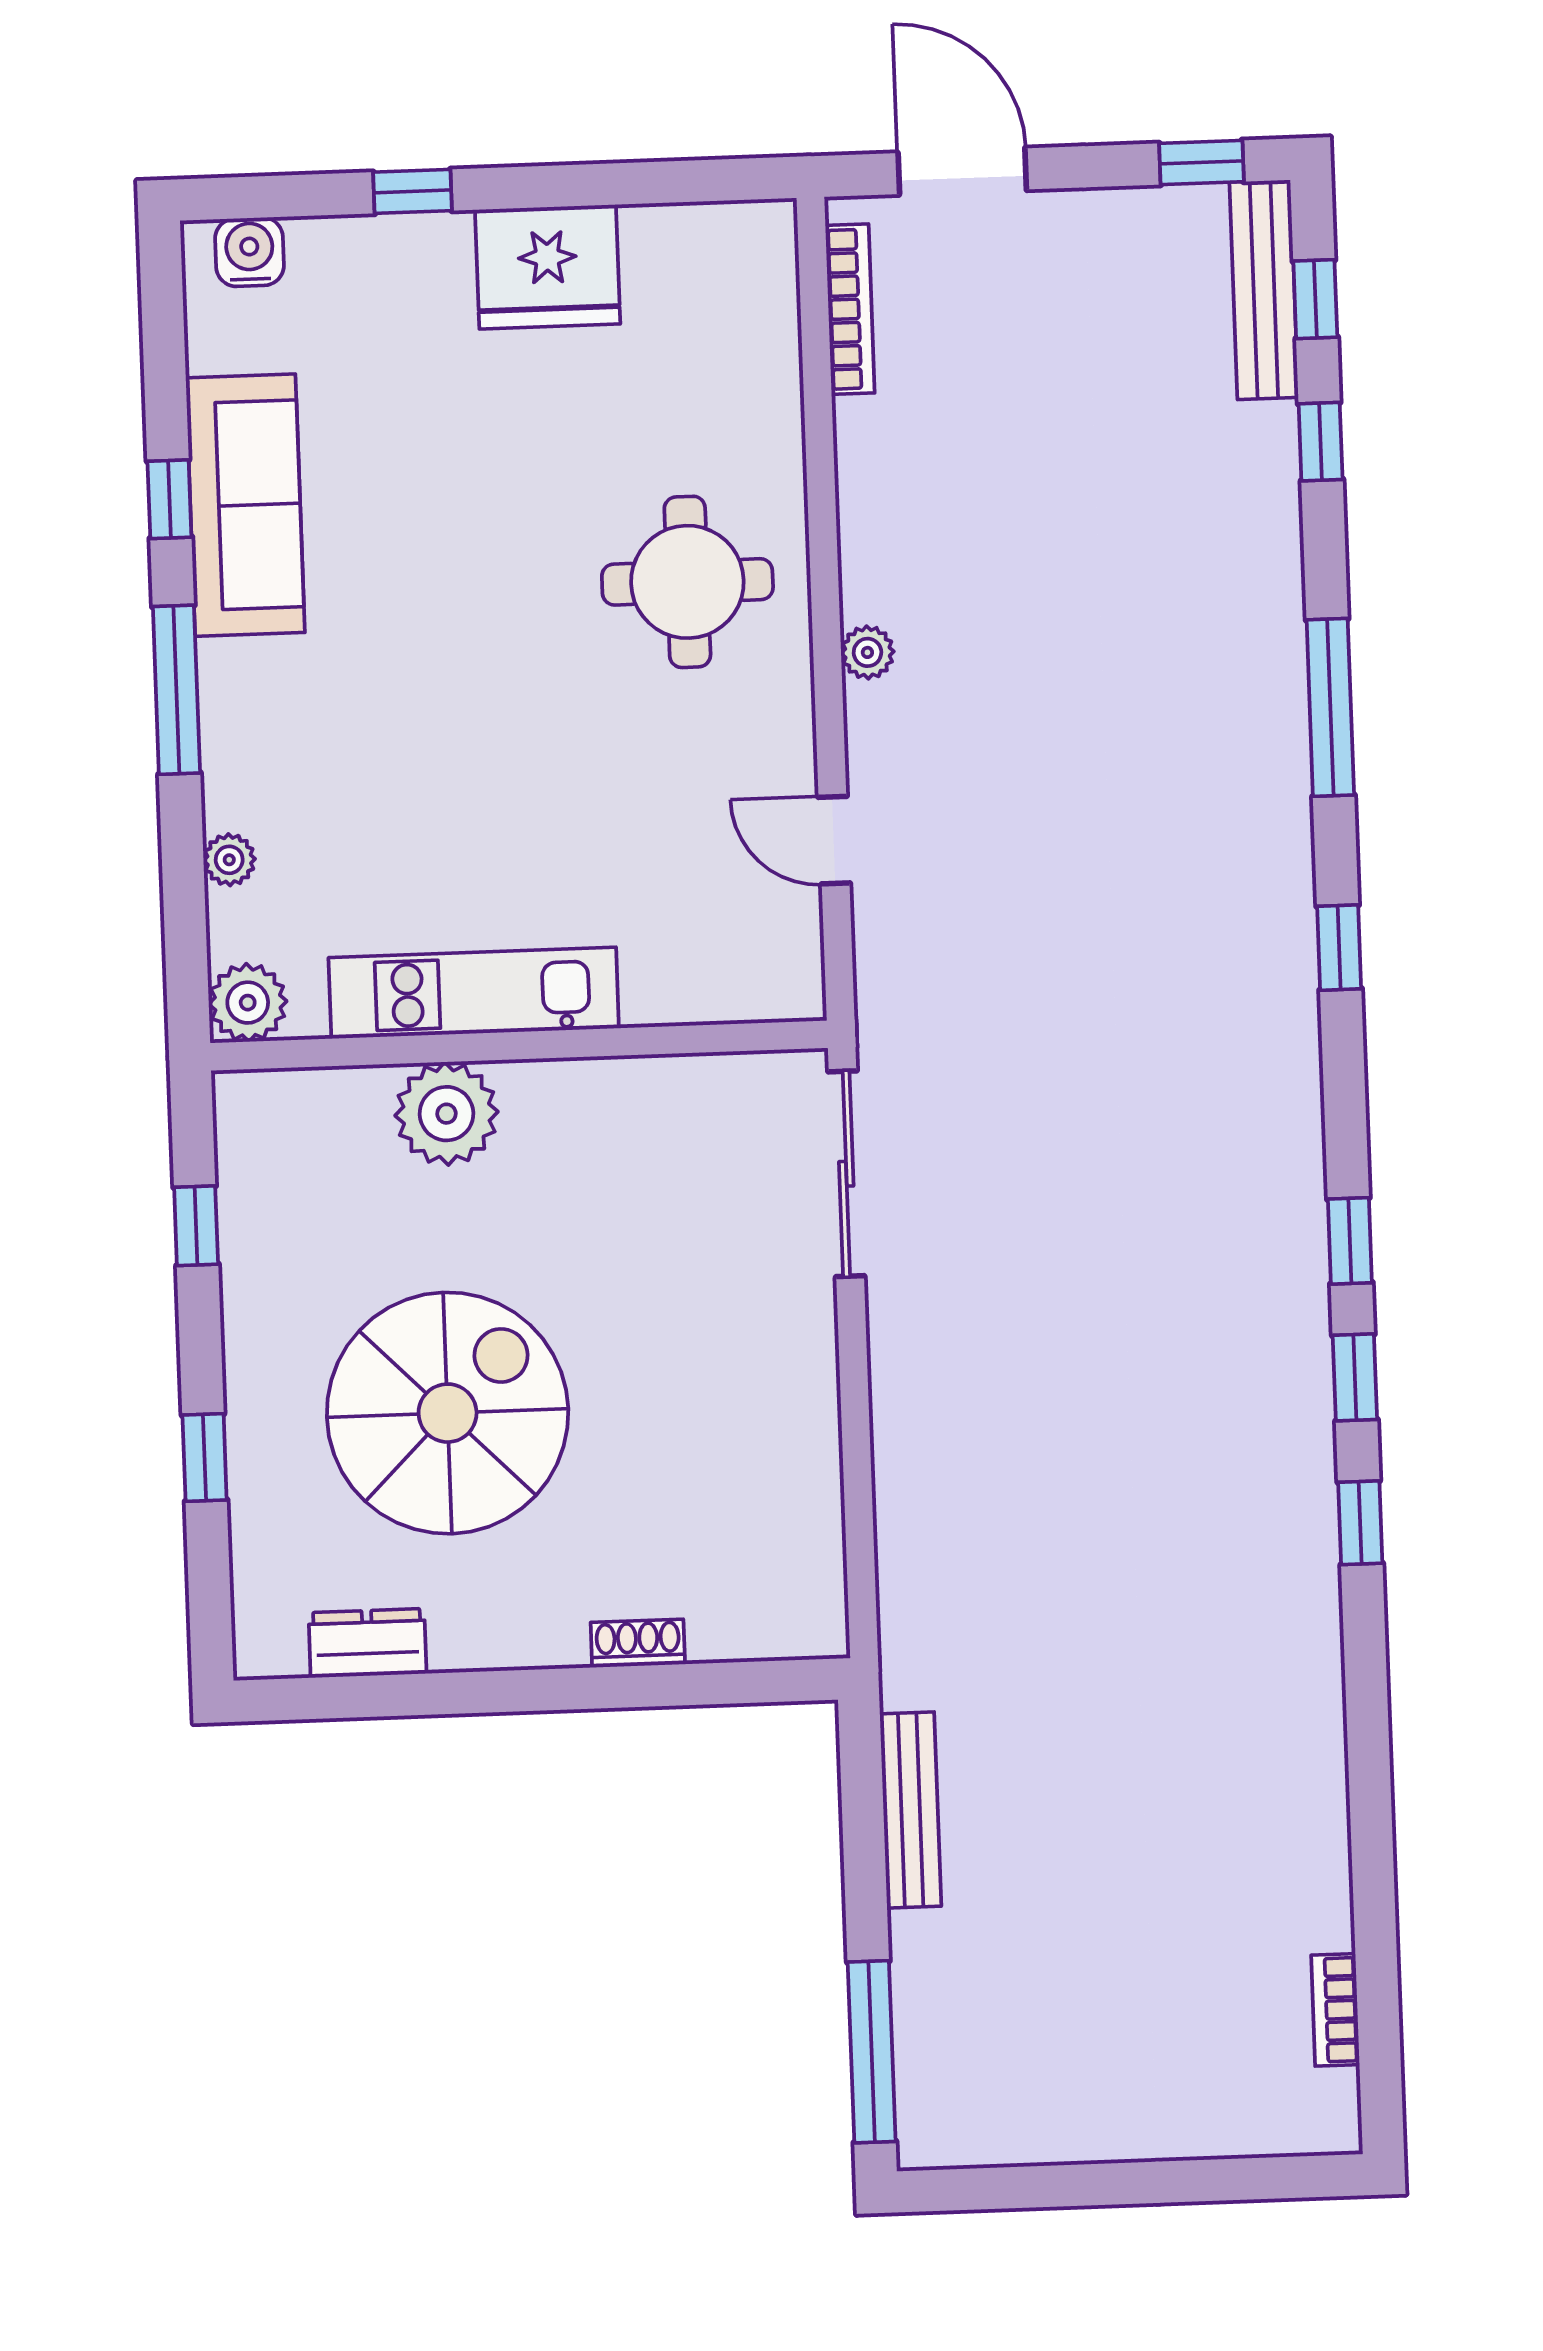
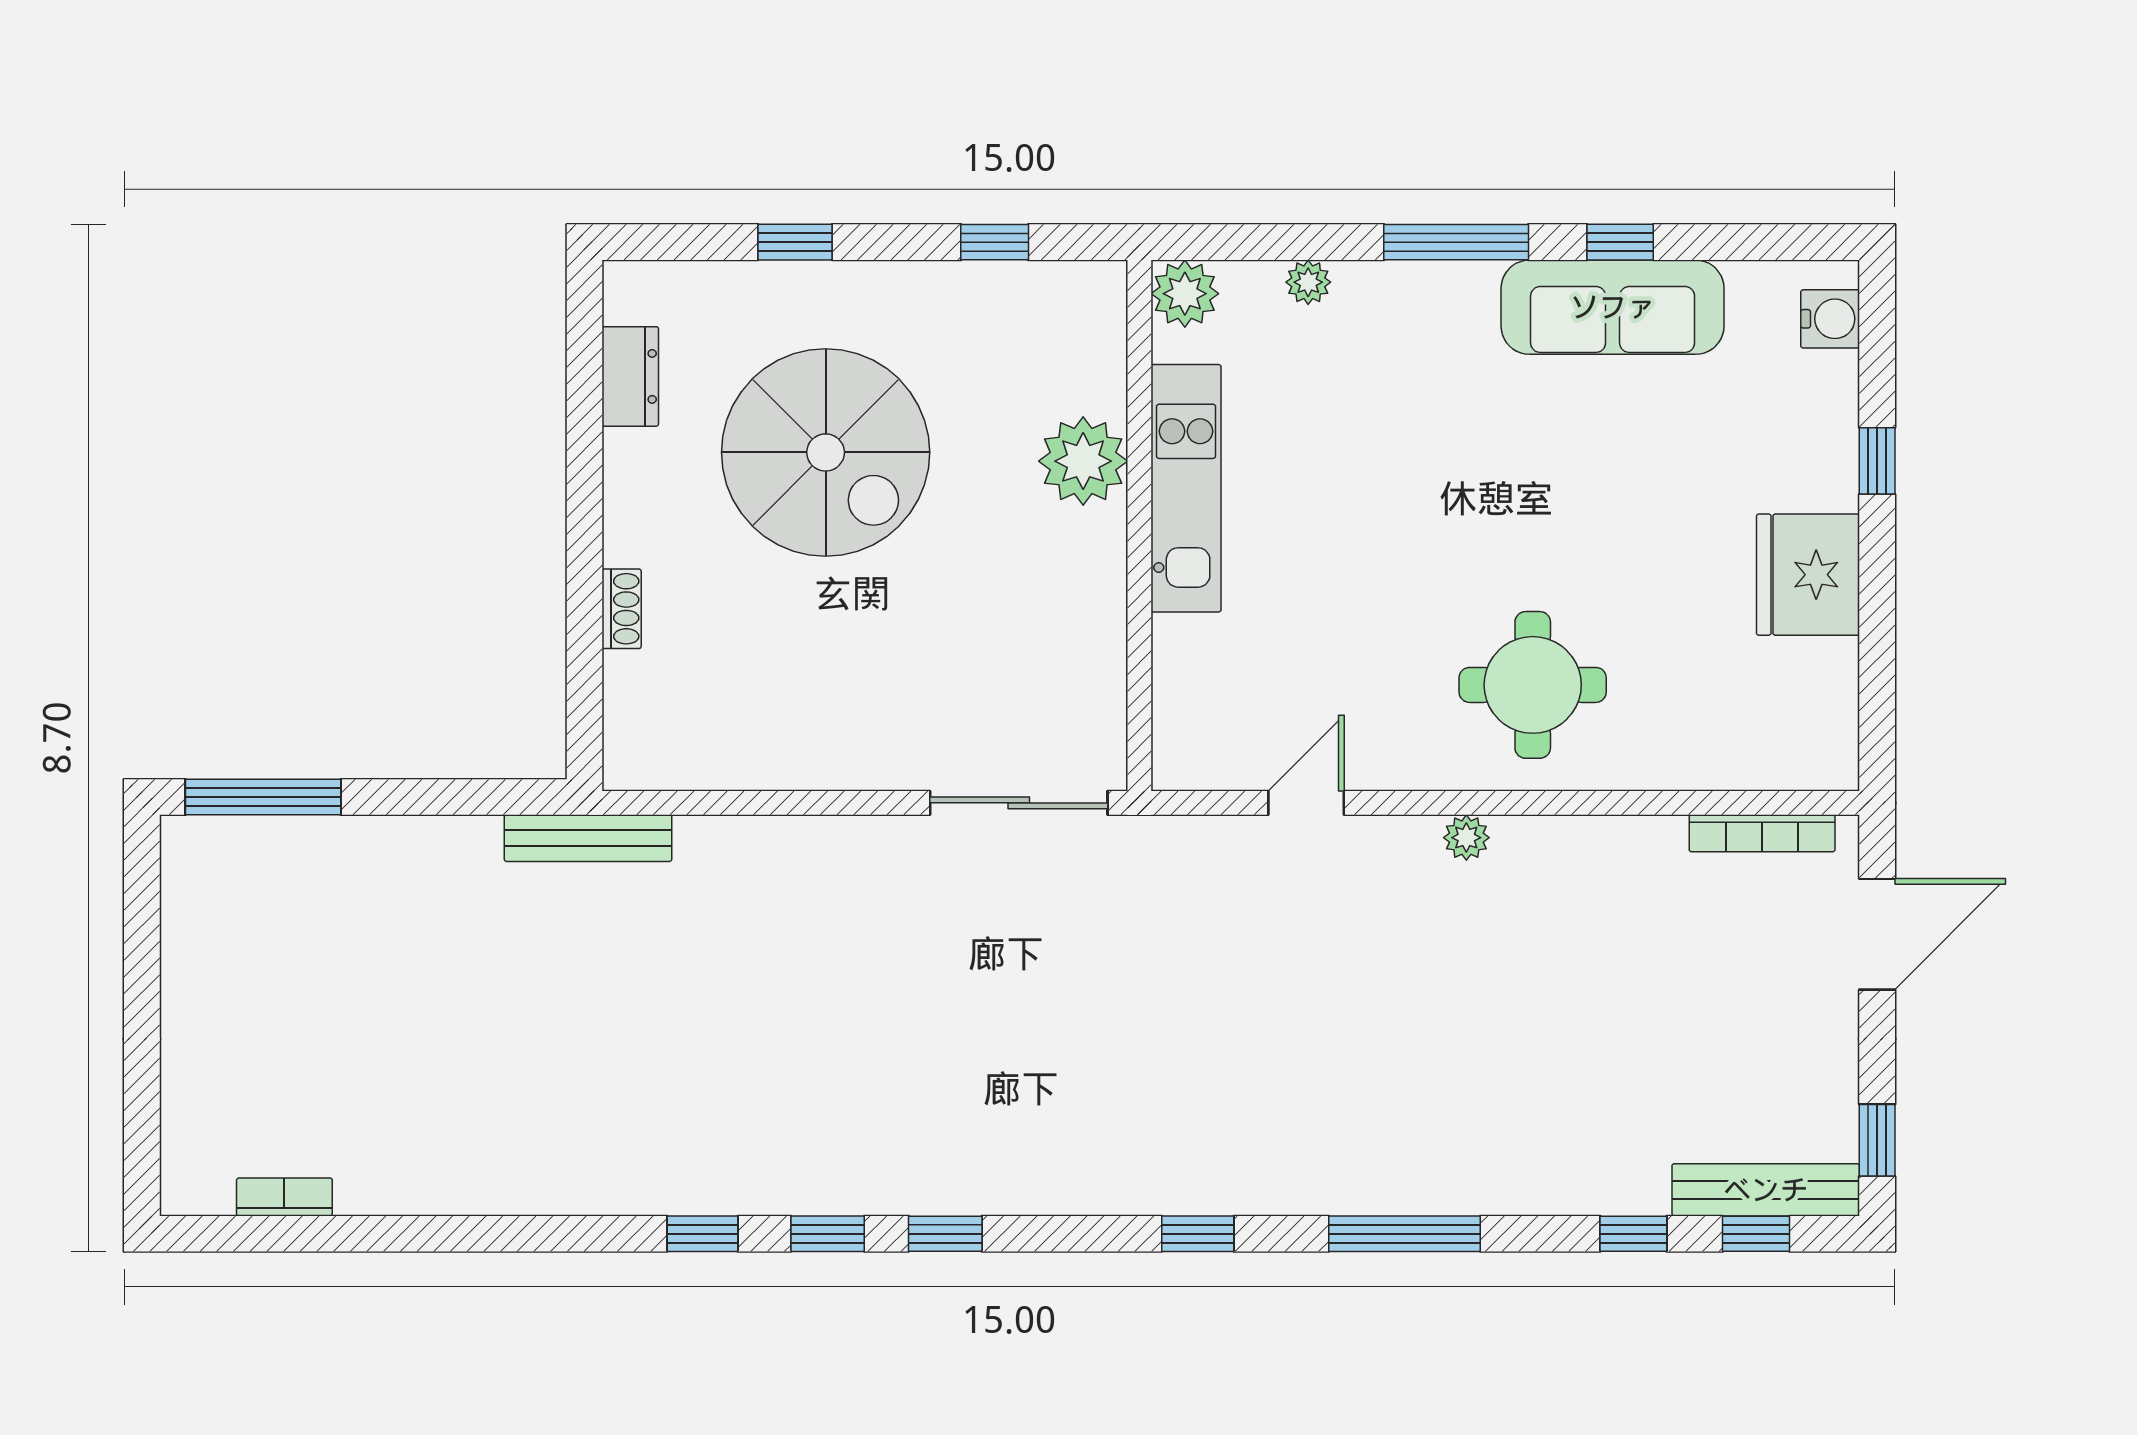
bench: (911, 1810) -> (588, 838), moved

